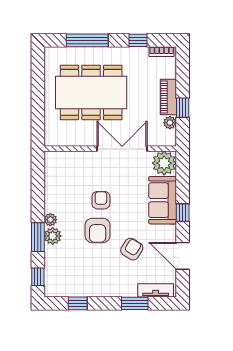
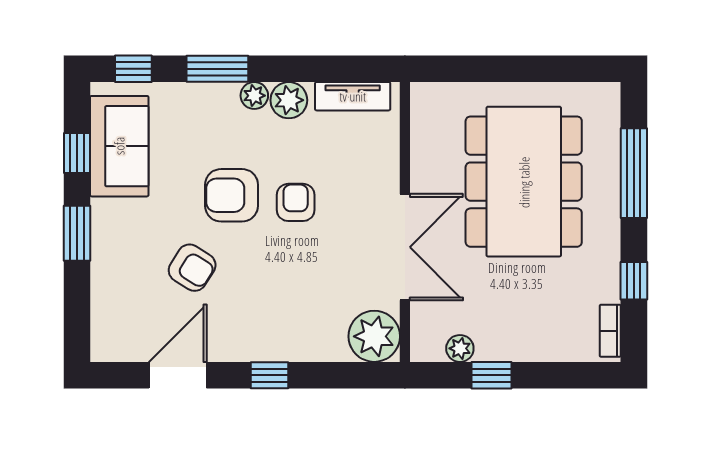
piano: (168, 97) -> (514, 345), removed
armchair: (101, 200) -> (296, 202), turned -90
sofa: (163, 200) -> (119, 146), moved, turned 90
plant: (53, 236) -> (289, 100), moved
tv unit: (156, 290) -> (353, 96), moved, turned 90
window: (135, 303) -> (77, 233), moved

